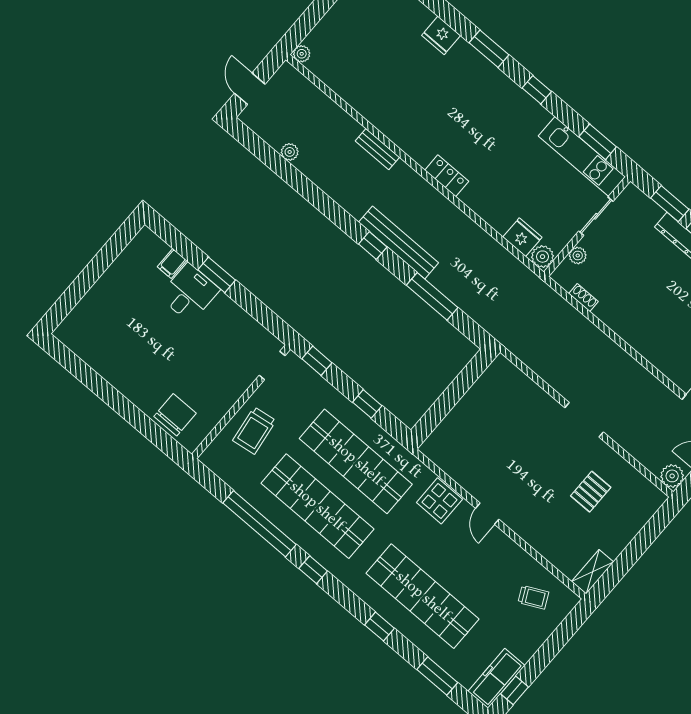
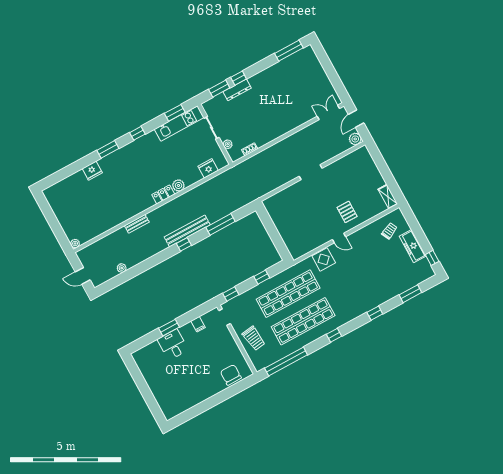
plant: (542, 257) -> (178, 185), moved
filing cabinet: (172, 263) -> (198, 324), moved
pallet: (591, 492) -> (347, 212), moved
window: (260, 524) -> (286, 361), moved
shop shelf: (423, 596) -> (368, 286), removed
freezer: (496, 678) -> (413, 246), moved

